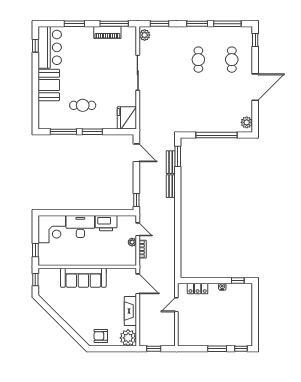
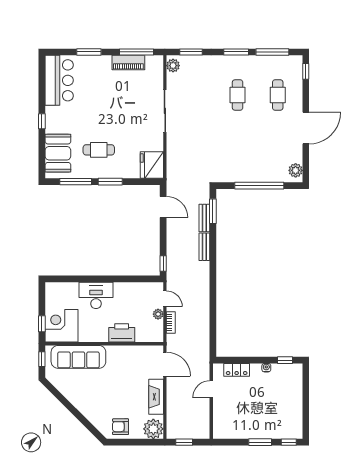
window: (35, 46) -> (42, 121), moved
booth: (49, 85) -> (58, 153), moved
printer: (106, 223) -> (122, 333), moved, turned 180
corner desk: (52, 229) -> (62, 326), moved, turned 180
sofa: (83, 278) -> (78, 357), moved

